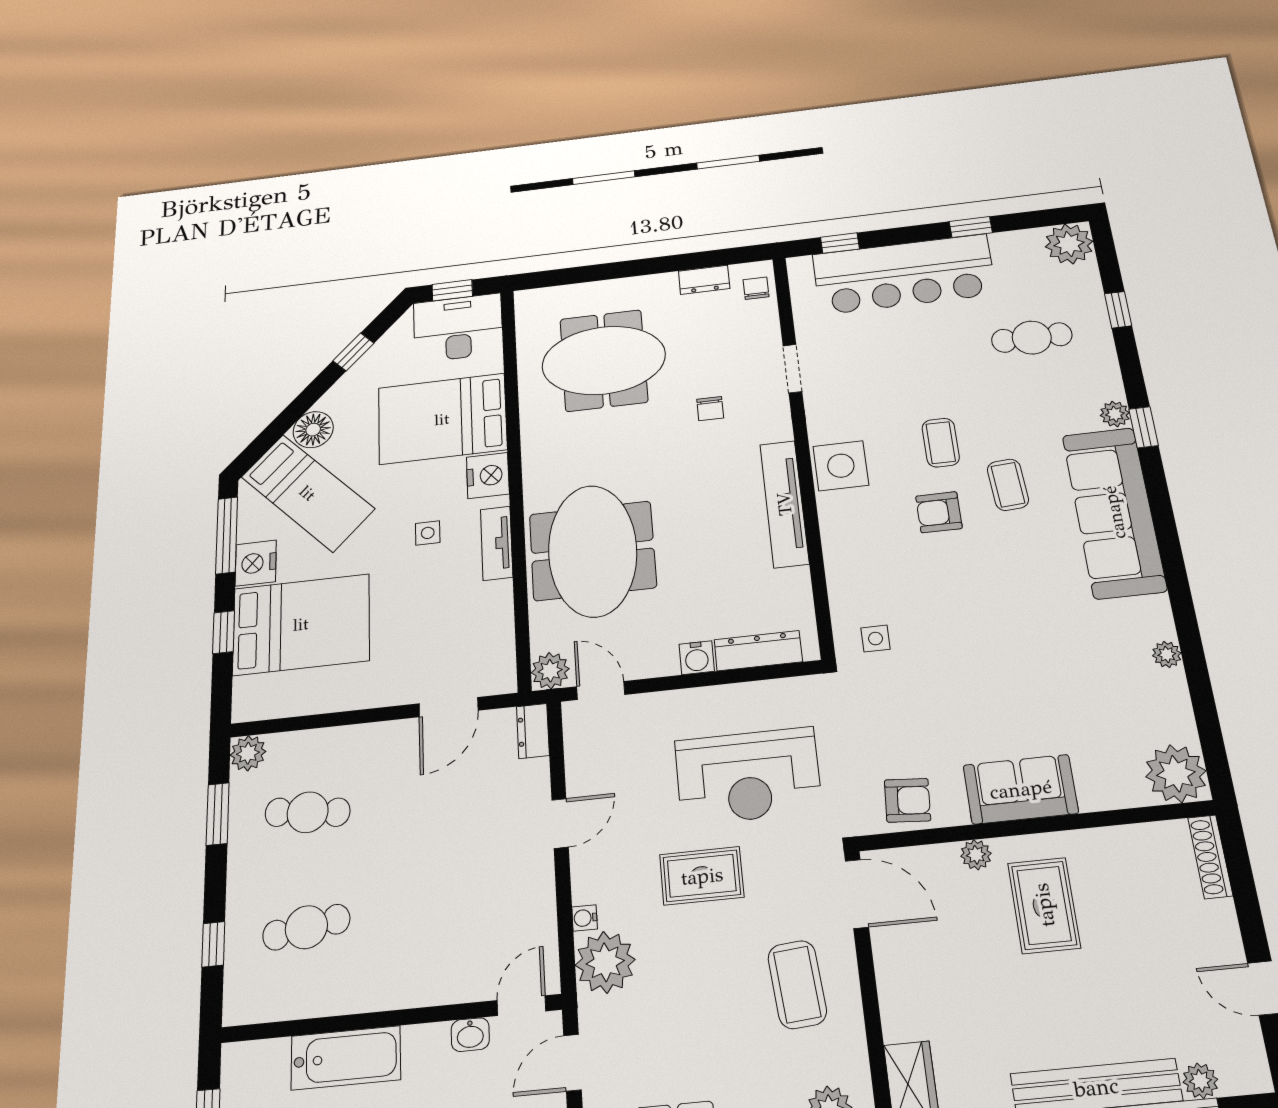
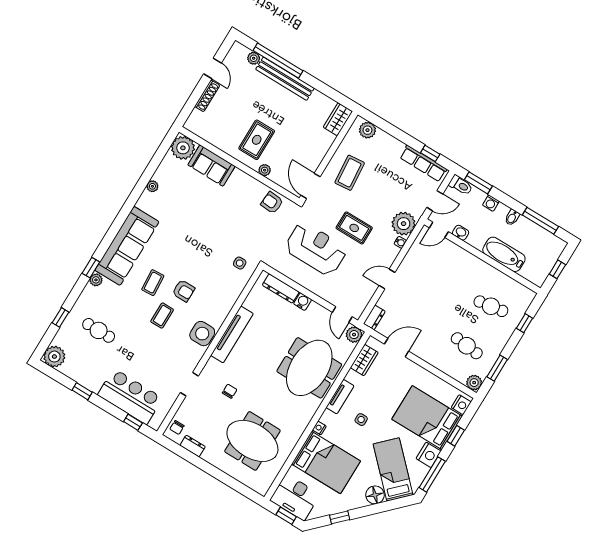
bar counter: (904, 274) -> (130, 396), width x0.73
nightstand: (488, 476) -> (319, 428), width x0.53, depth x0.56
wardrobe: (496, 639) -> (364, 360), added
nightstand: (248, 694) -> (461, 405), added
sofa: (1021, 789) -> (211, 166), moved
shoe rack: (1210, 857) -> (207, 96), moved

